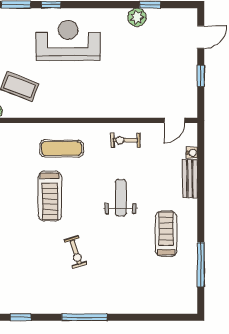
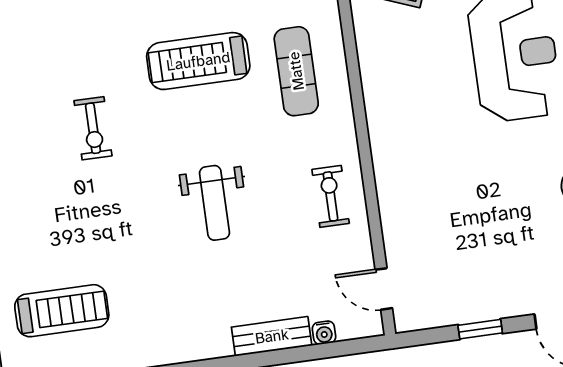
weight bench: (121, 198) -> (214, 203), turned 90
treadmill: (166, 234) -> (62, 311), moved
exercise bike: (76, 252) -> (93, 128), turned -73

